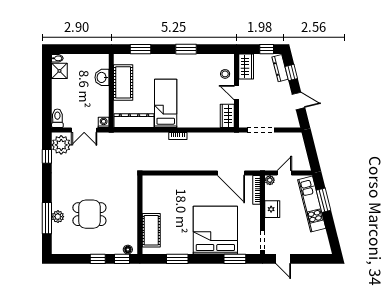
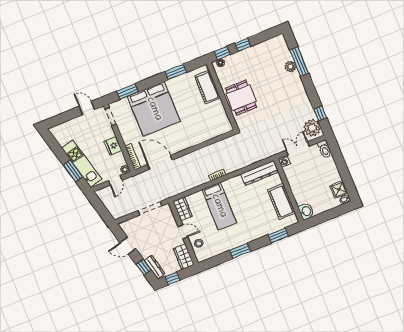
washbasin: (102, 77) -> (306, 211), moved
bed: (166, 103) -> (219, 206), moved
dining table: (89, 214) -> (241, 98), moved, turned 90

